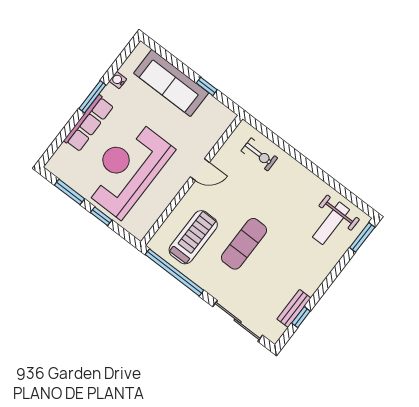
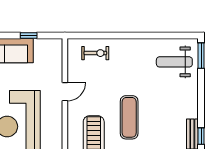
weight bench: (331, 223) -> (174, 62), turned 90

